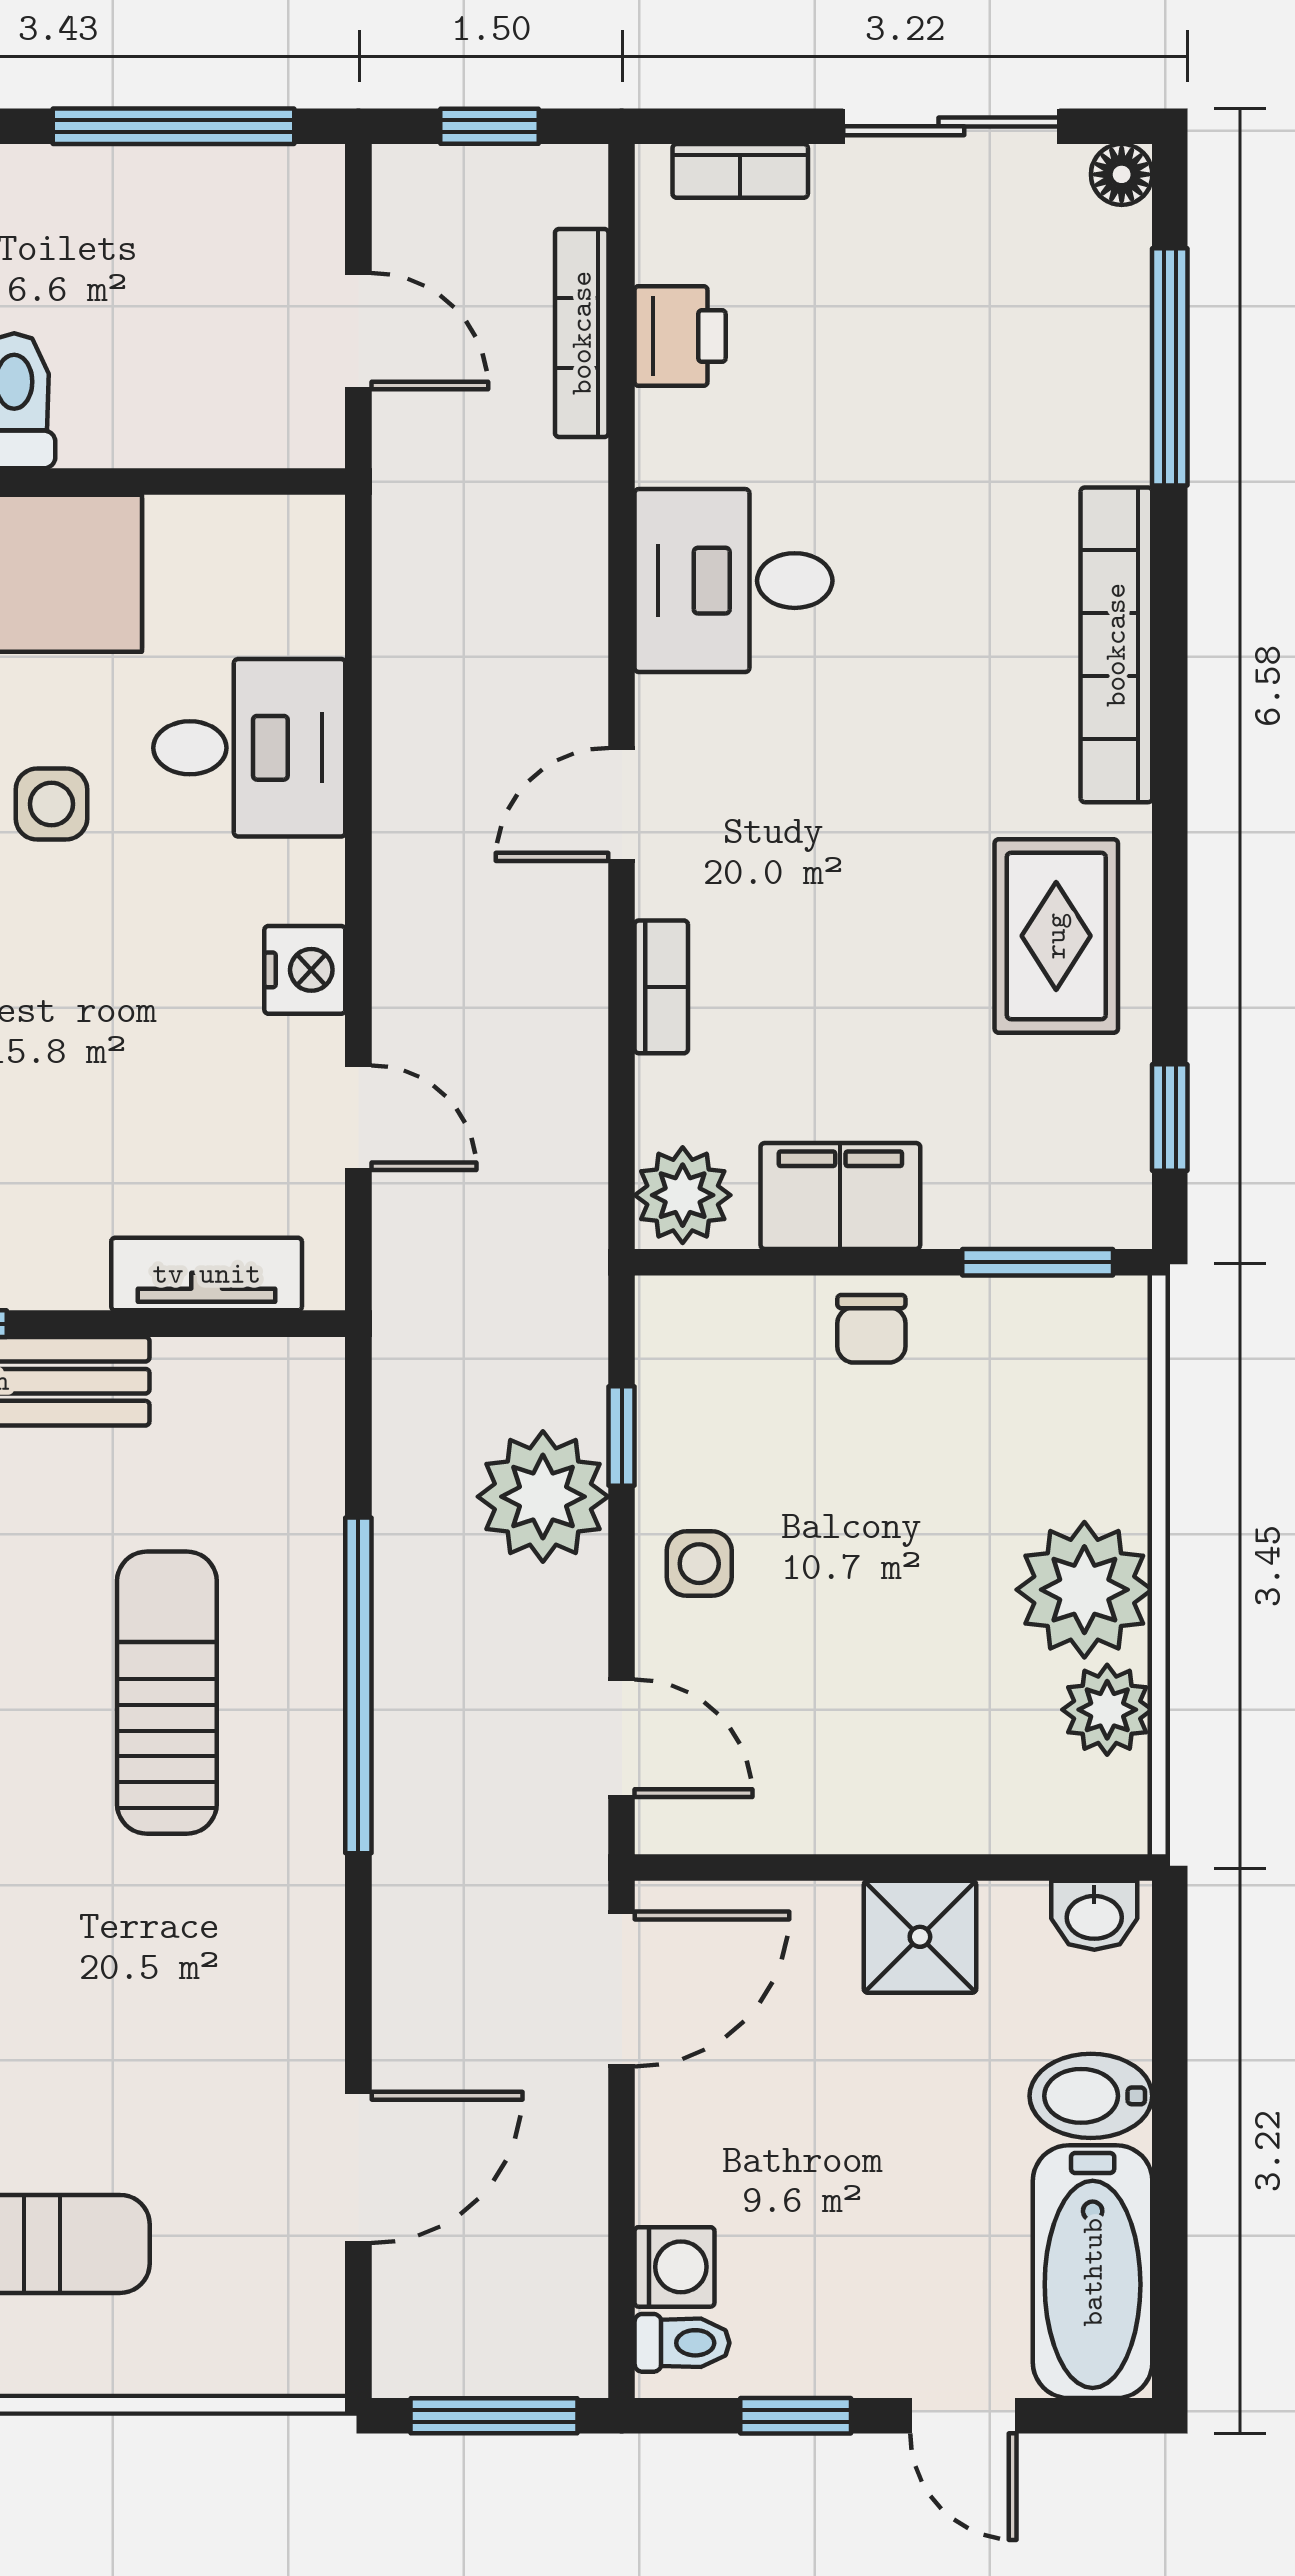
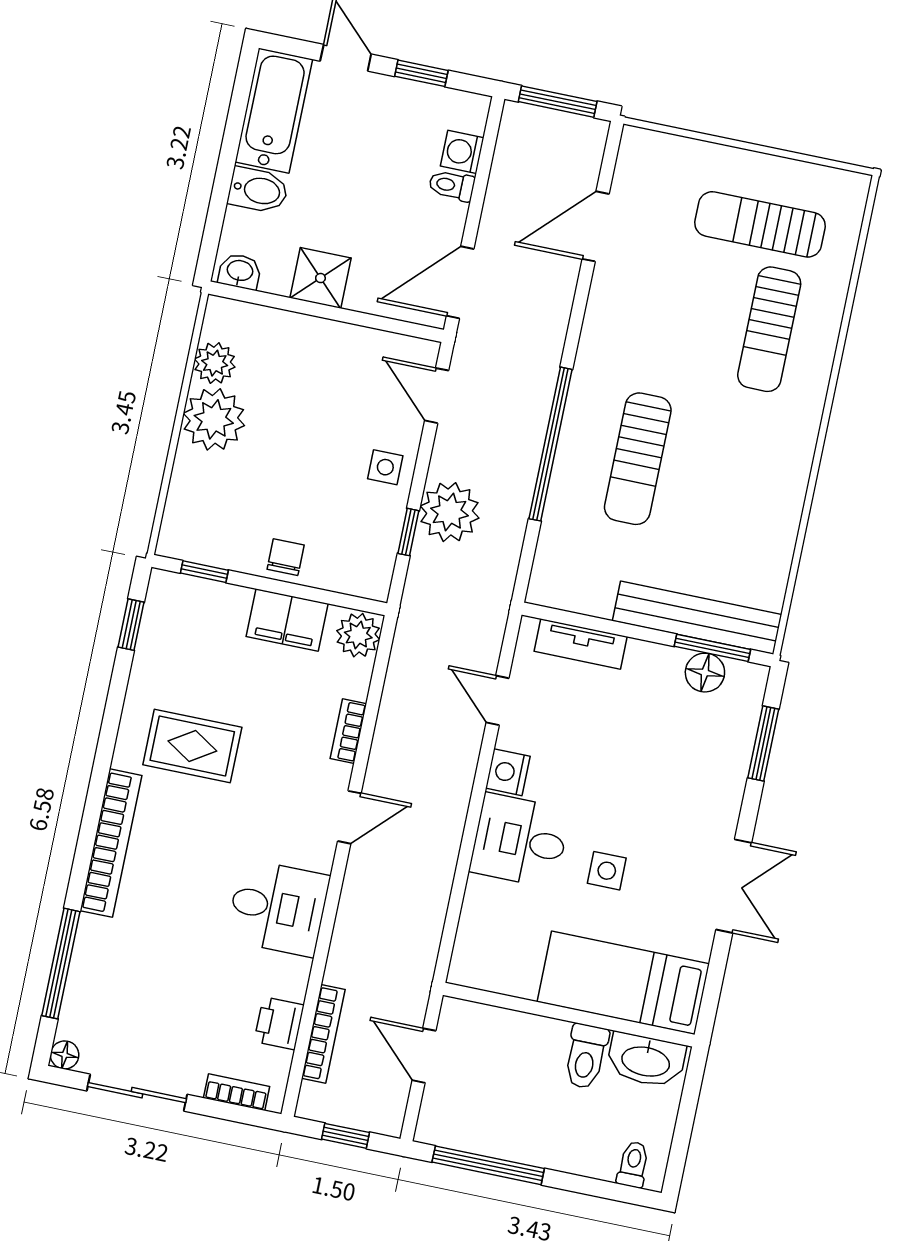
desk: (249, 748) -> (520, 840), moved
rug: (1056, 936) -> (192, 746), moved, turned 90
window: (1038, 1262) -> (204, 572), width x0.67
toilet: (682, 2343) -> (452, 185), moved

